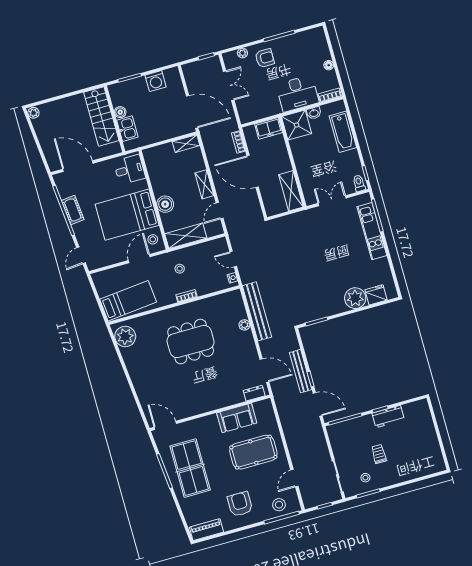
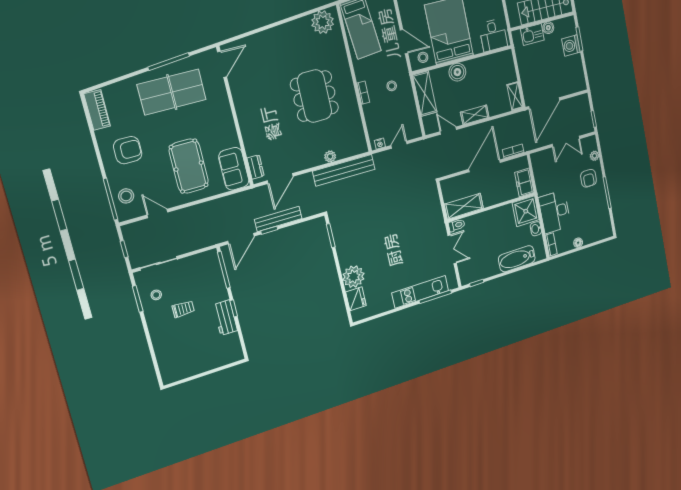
washing machine: (156, 81) -> (571, 45), moved
toilet: (359, 183) -> (457, 225), moved
sofa: (237, 418) -> (234, 169), moved

